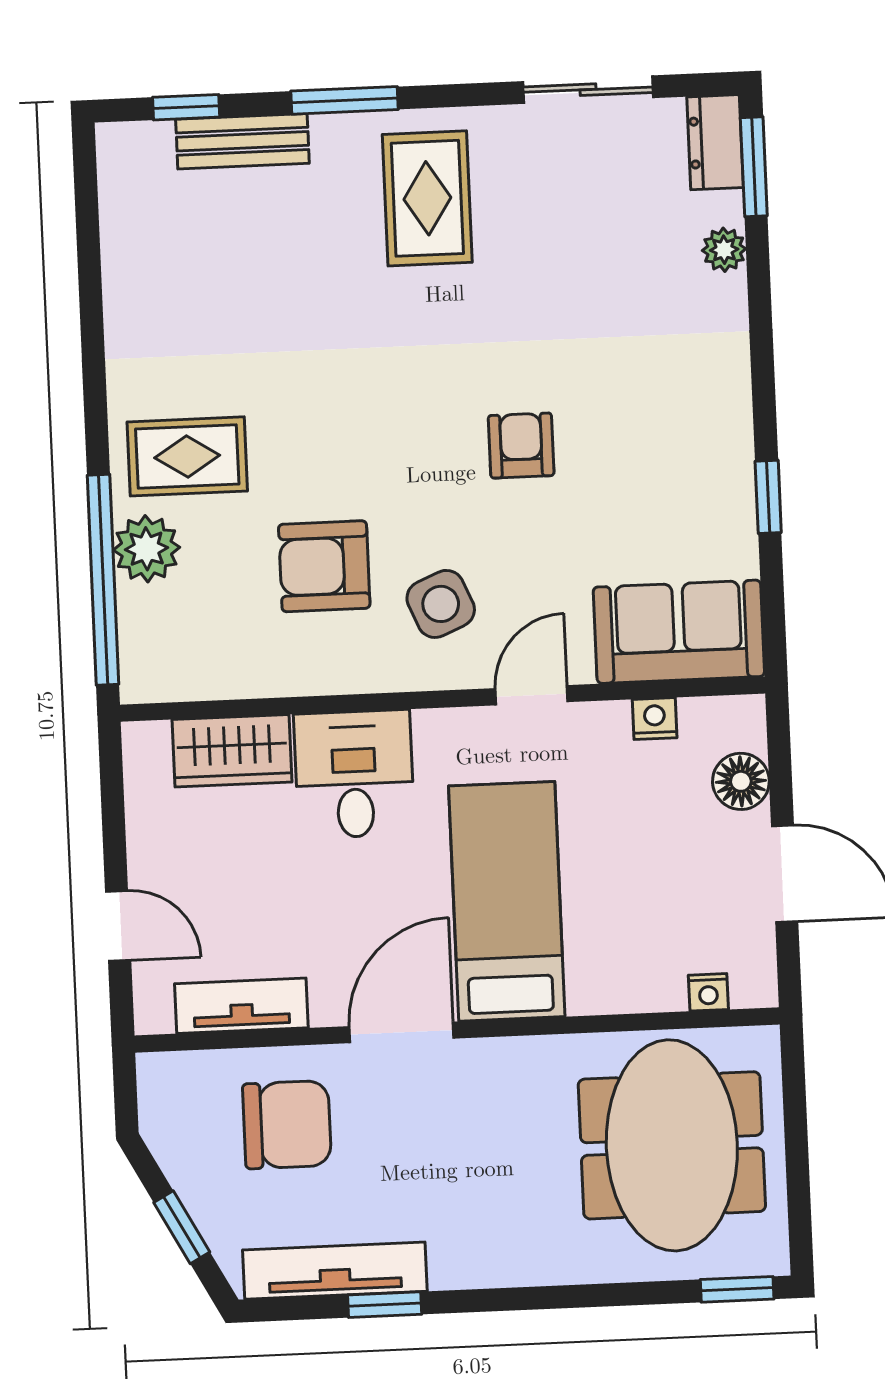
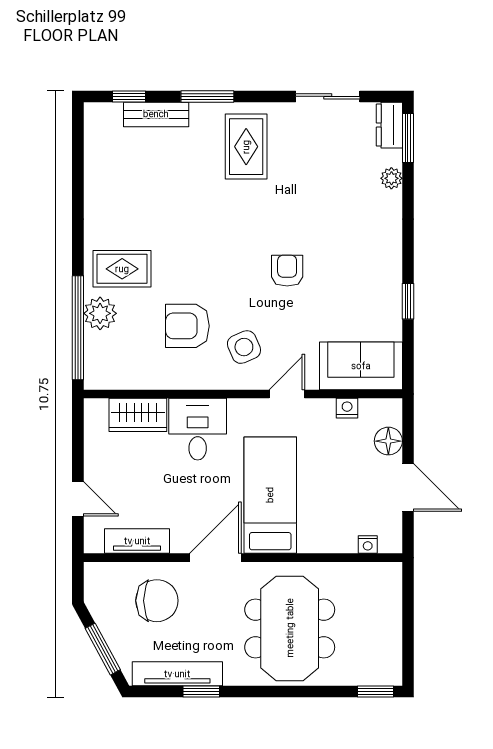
meeting table: (672, 1145) -> (290, 628), moved
window: (182, 1227) -> (103, 649), width x1.50

